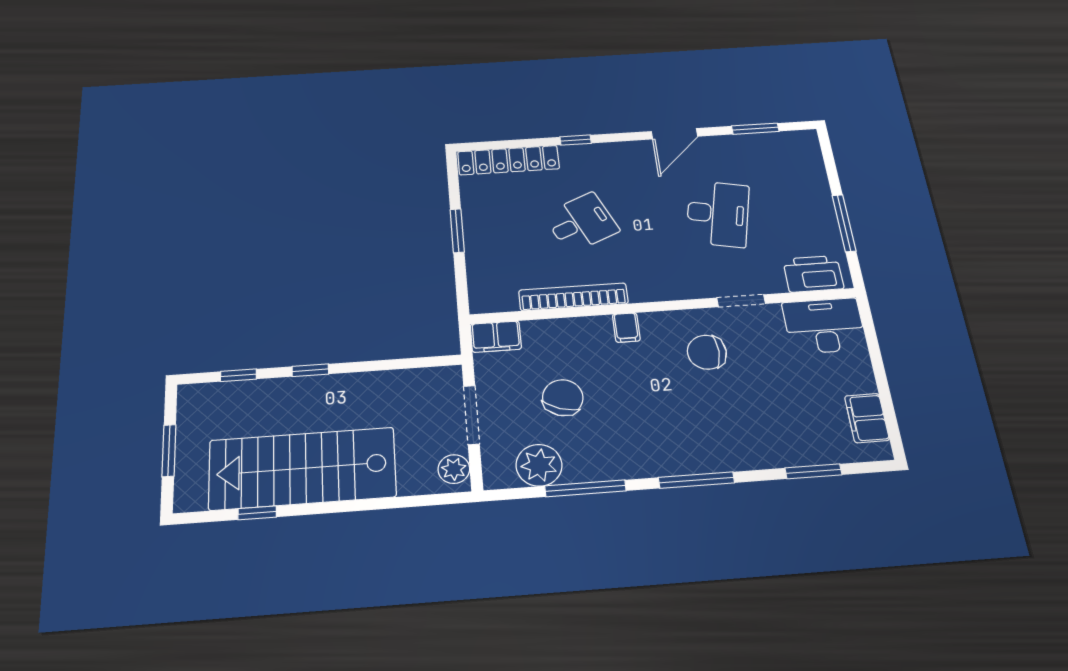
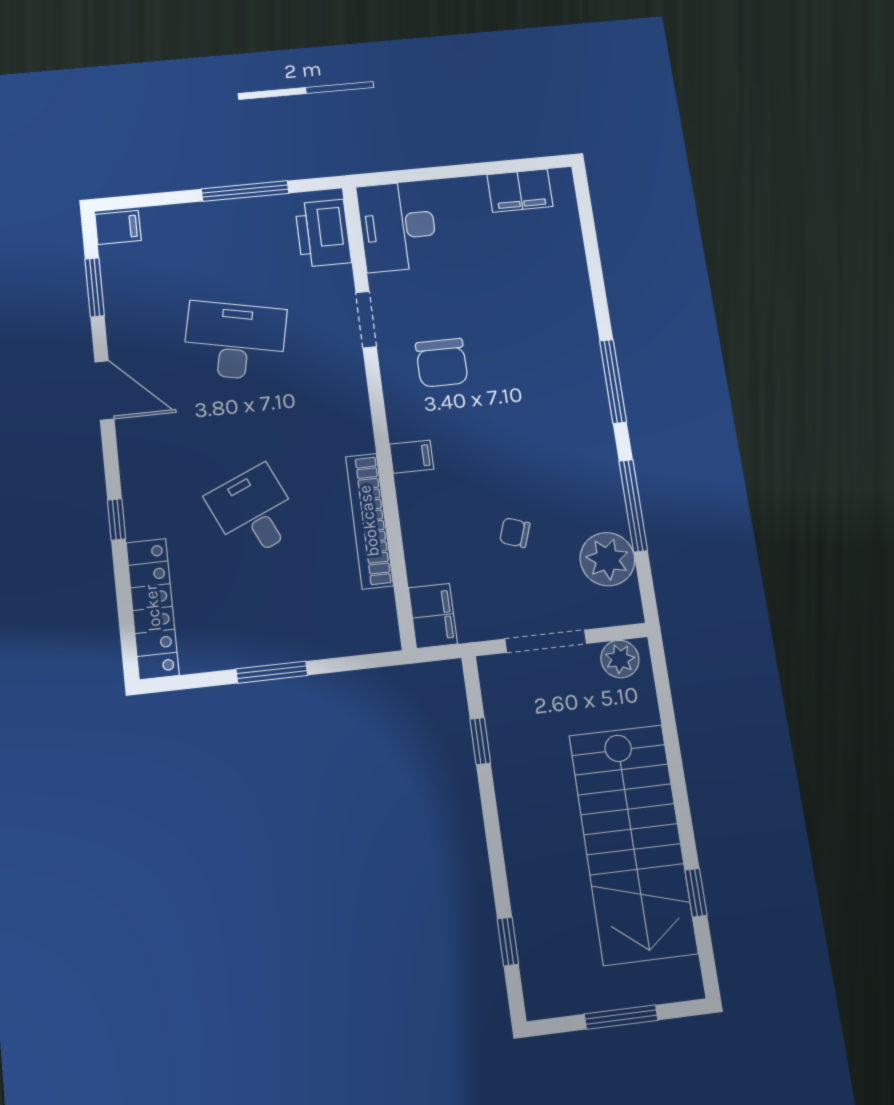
filing cabinet: (805, 143) -> (118, 227), added
window: (310, 370) -> (480, 741), moved
chair: (563, 398) -> (515, 533), width x0.54, depth x0.54
window: (813, 471) -> (592, 254), removed

